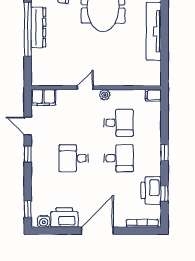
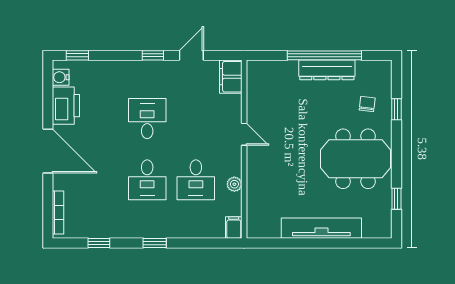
plant: (105, 95) -> (234, 184), moved
printer: (151, 190) -> (103, 225), removed

